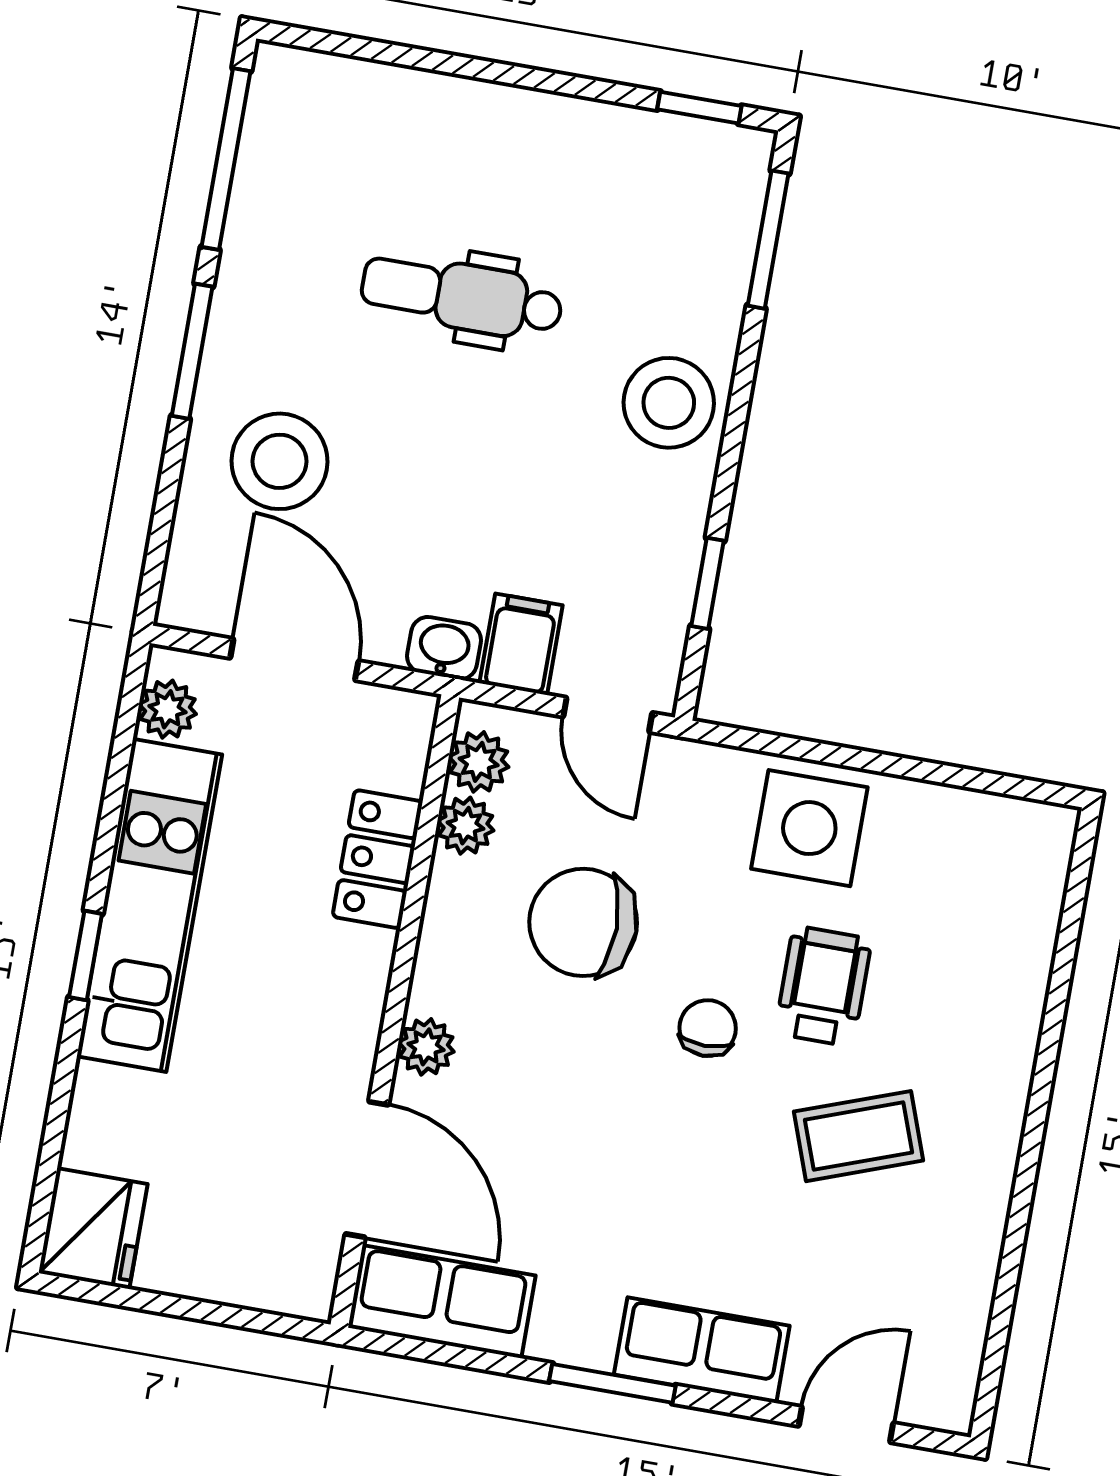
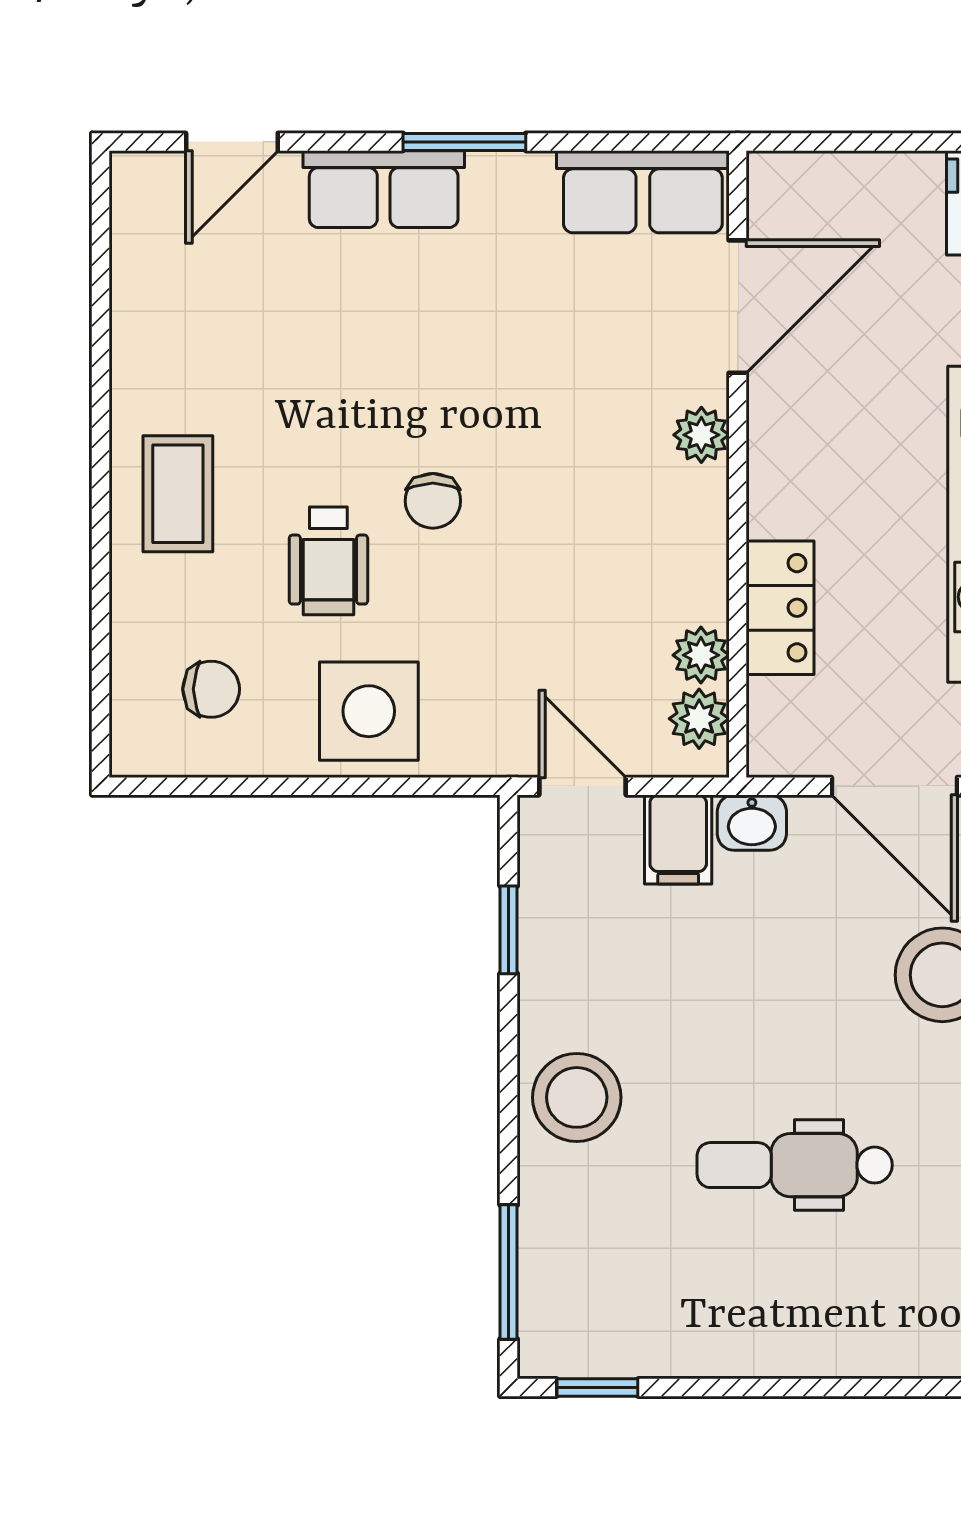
dental chair: (462, 296) -> (795, 1165), turned 180
chair: (583, 922) -> (211, 689), moved, width x0.54, depth x0.54
coffee table: (858, 1136) -> (178, 494), moved, turned -70
door: (367, 1169) -> (738, 307), swing flipped

